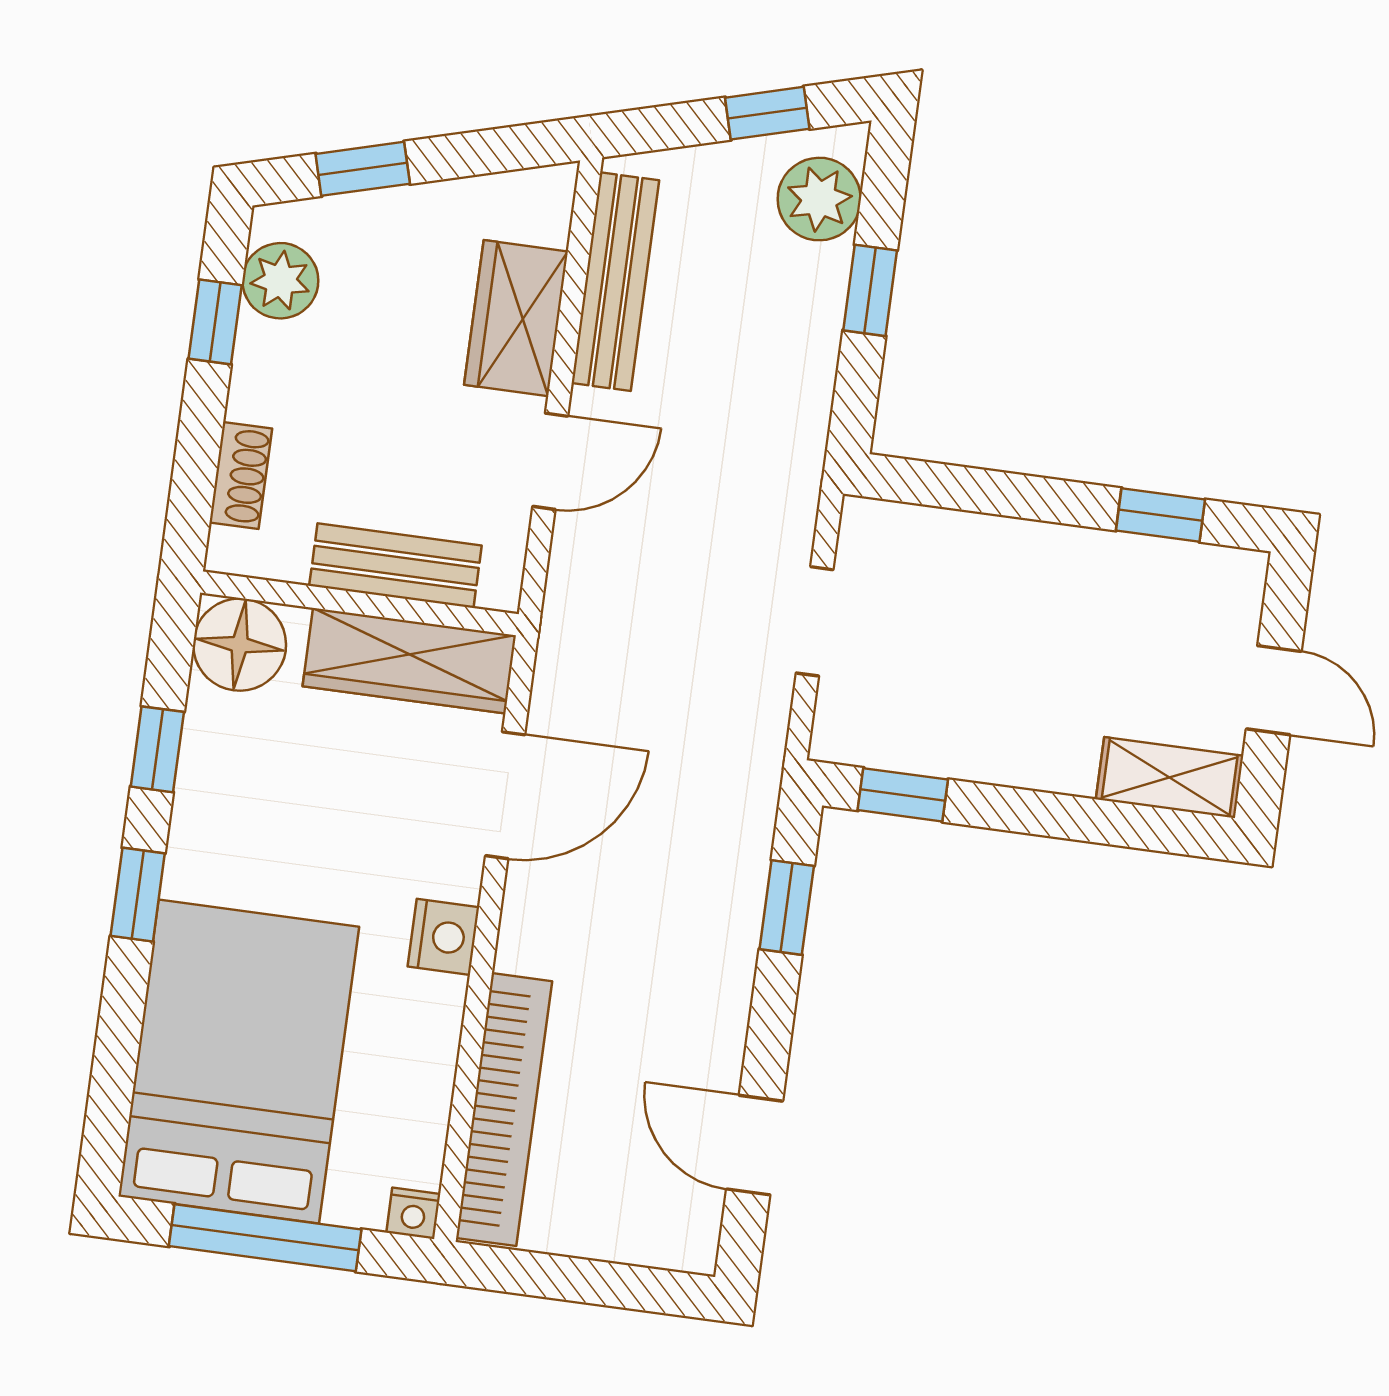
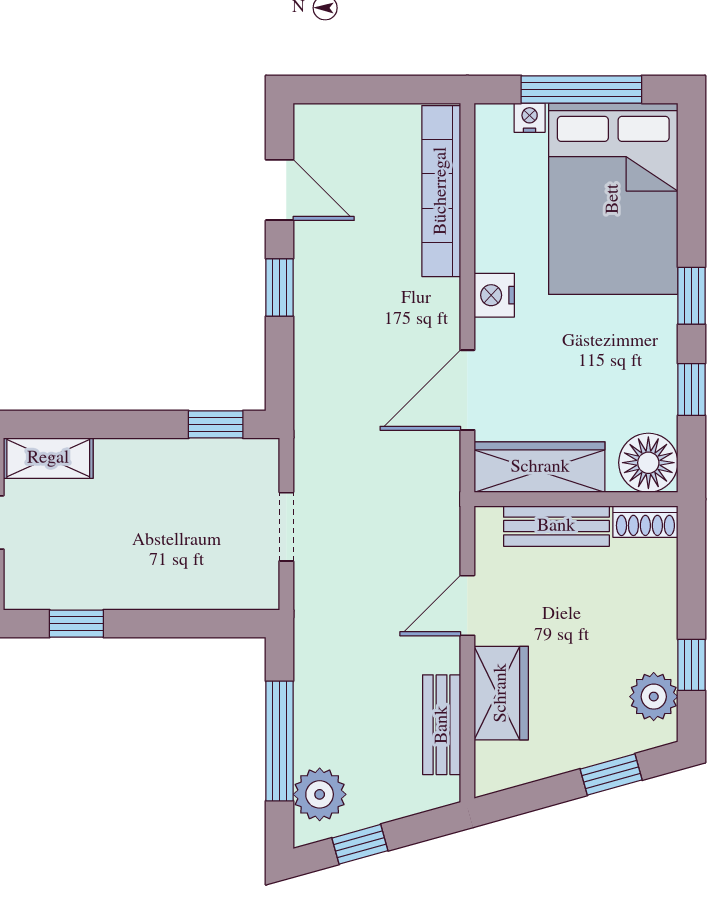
bench: (615, 282) -> (442, 725), width x0.73
window: (870, 290) -> (280, 741), width x2.17
shoe rack: (241, 475) -> (645, 522), moved, turned -90
window: (787, 908) -> (280, 287), moved
nightstand: (413, 1213) -> (530, 118), moved

